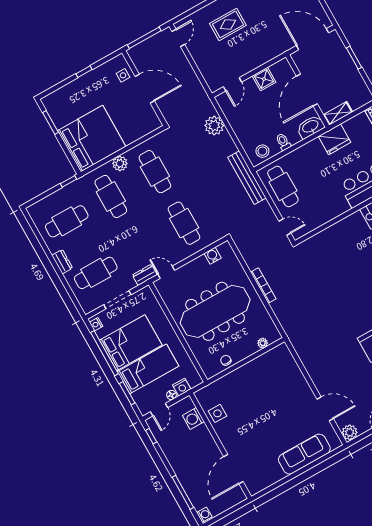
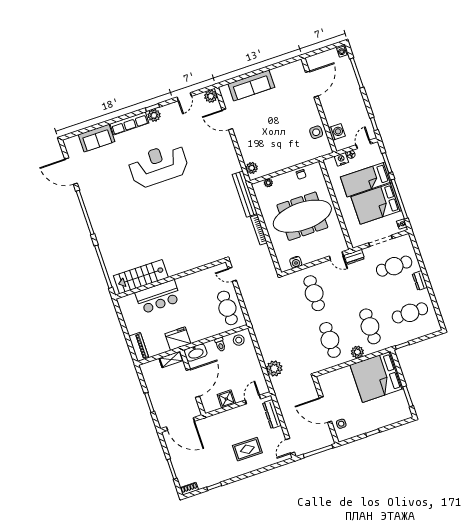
dresser: (207, 71) -> (272, 414), added
bench: (247, 178) -> (245, 194), moved
plant: (286, 357) -> (252, 168), added

